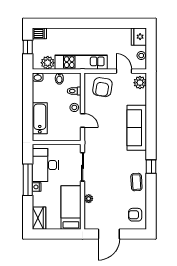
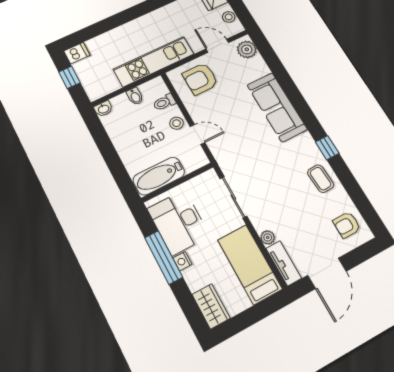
plant: (48, 63) -> (108, 84), removed
armchair: (102, 87) -> (200, 79), turned 80
bathtub: (40, 118) -> (159, 176), moved, turned -90
tv unit: (89, 217) -> (284, 263), added

